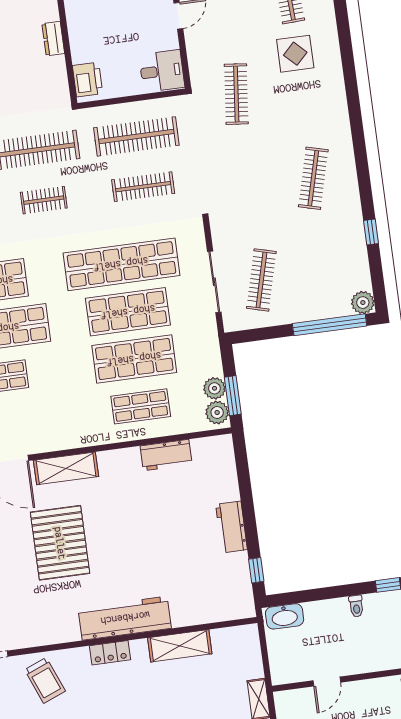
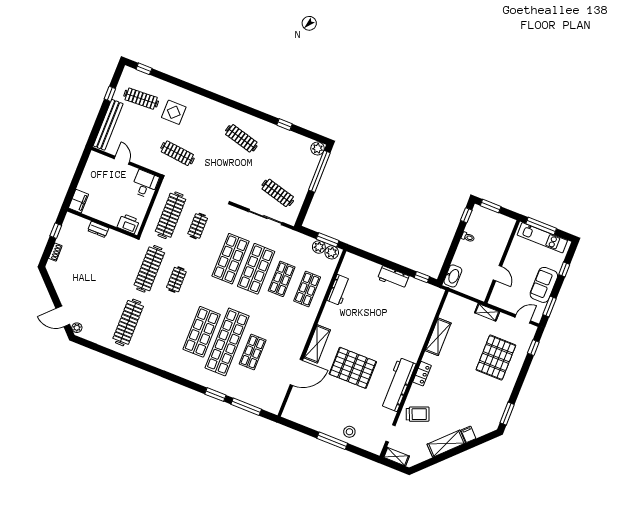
clothes rail: (143, 187) -> (198, 226), width x0.73
shop shelf: (121, 264) -> (231, 259), width x0.71
shop shelf: (134, 359) -> (282, 279), width x0.70, depth x0.74
workbench: (125, 618) -> (398, 384), moved

